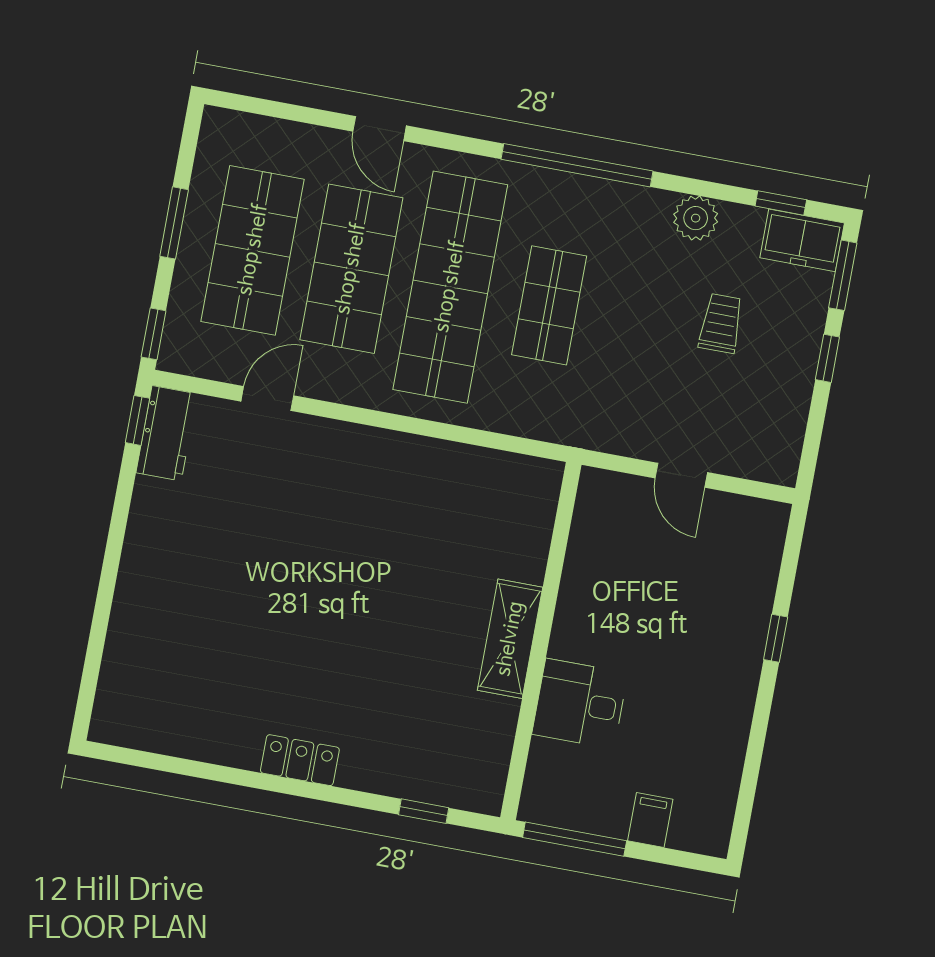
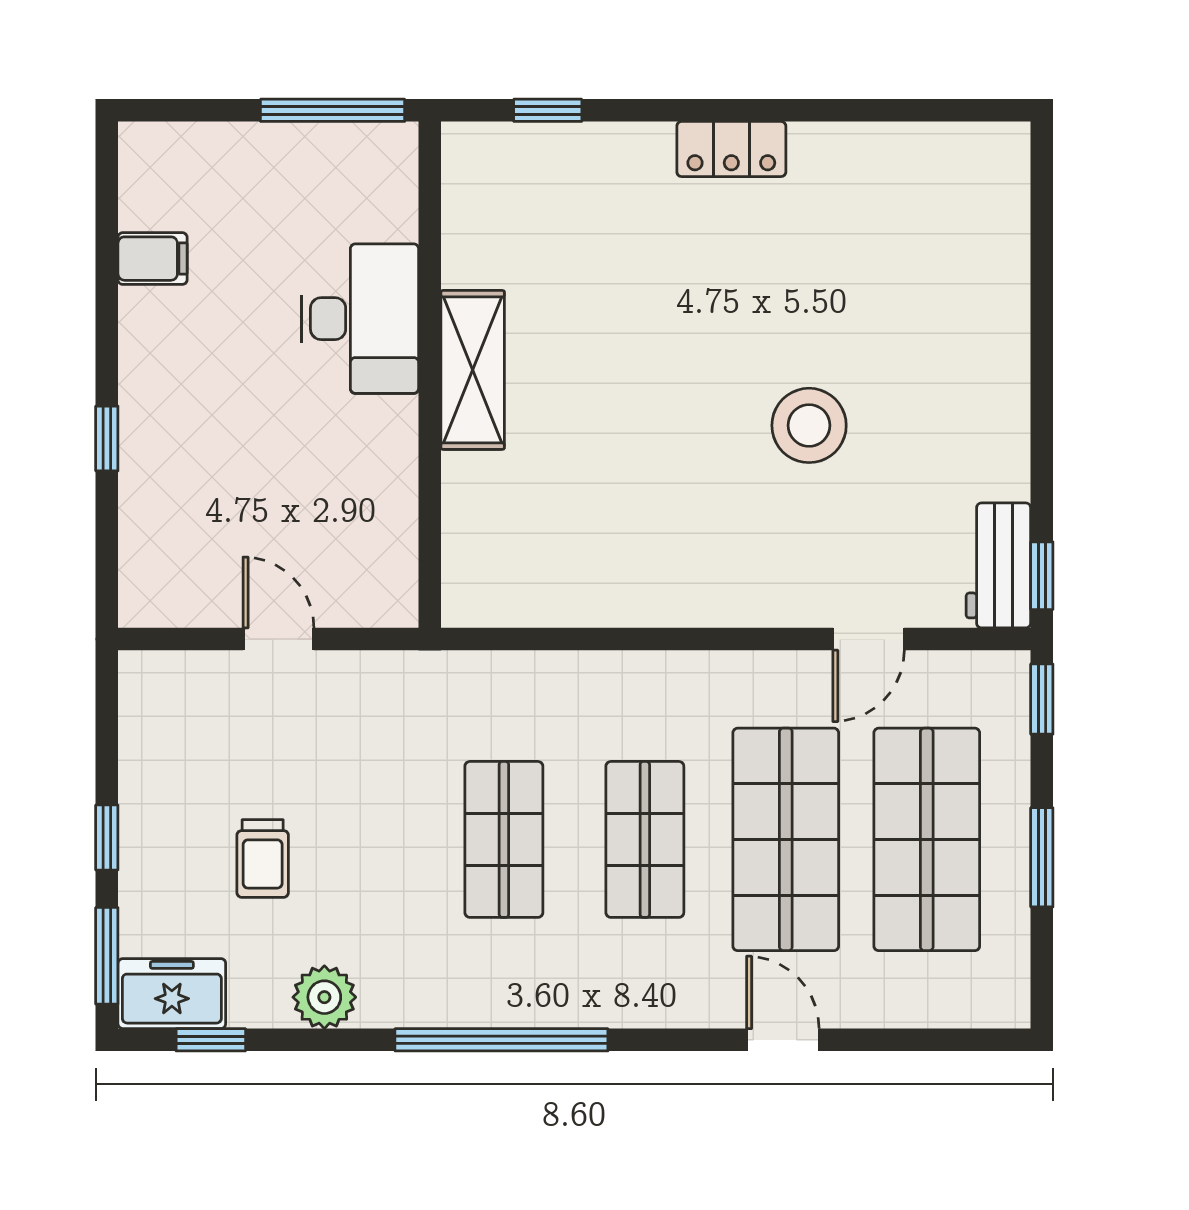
shop shelf: (450, 287) -> (645, 839), width x0.50, depth x0.74
stool: (281, 556) -> (809, 425), added
desk: (580, 704) -> (360, 319), width x1.37
filing cabinet: (650, 820) -> (153, 259), moved, turned -90

